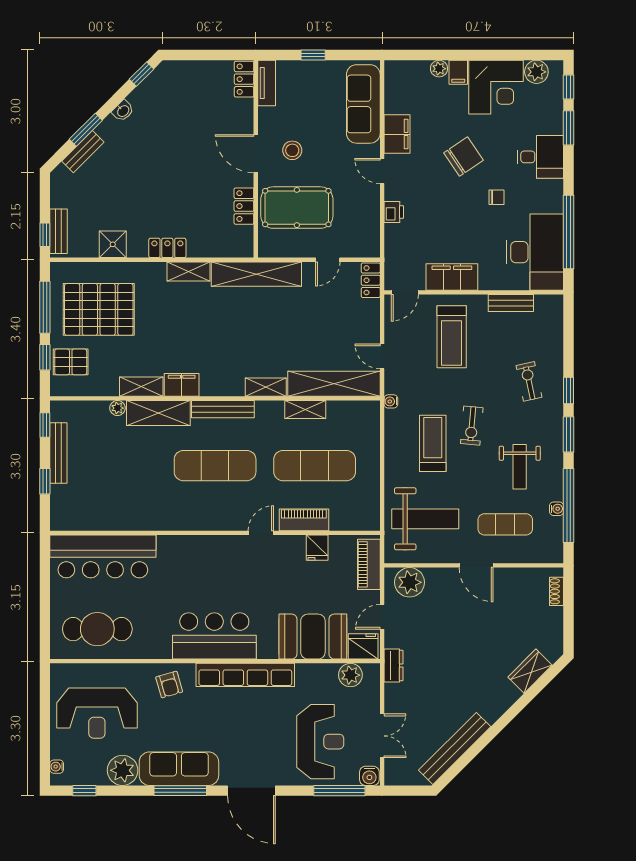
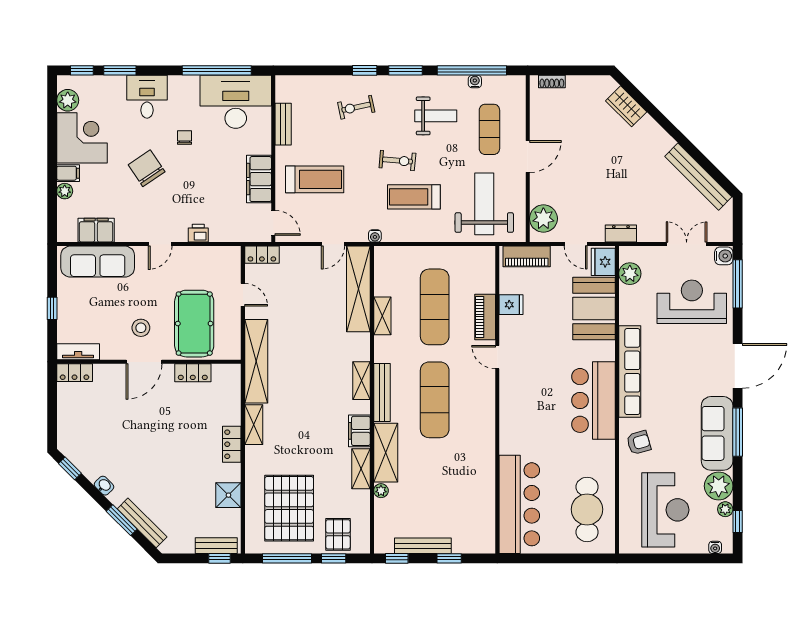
filing cabinet: (397, 134) -> (96, 230), moved
bench: (83, 152) -> (142, 523), width x1.36
shelving: (266, 387) -> (362, 381), moved
plant: (98, 777) -> (725, 509), added

